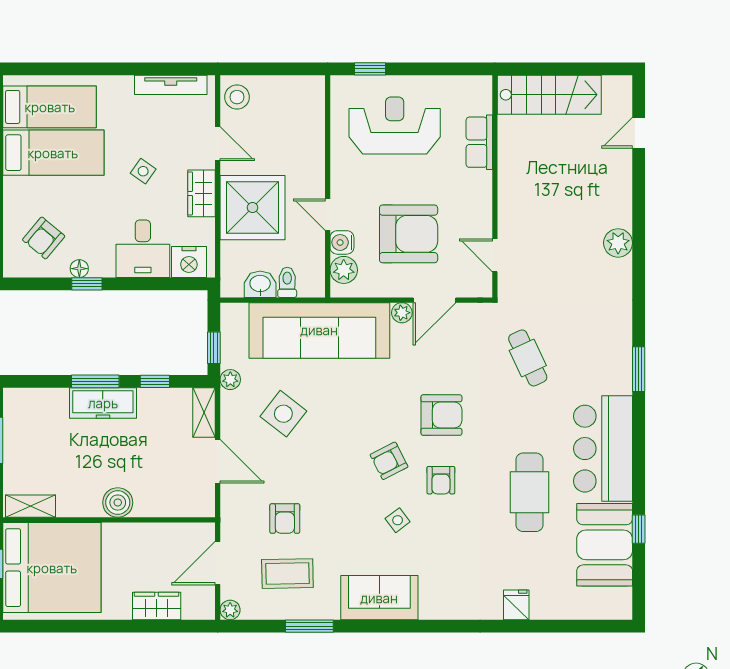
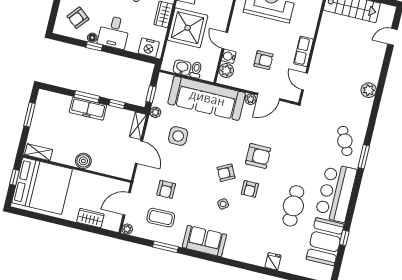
row of seats: (479, 142) -> (304, 51), moved
armchair: (409, 234) -> (263, 60), width x0.53, depth x0.53
desk: (143, 249) -> (114, 32), moved
cafe table: (528, 358) -> (345, 141), moved
side table: (283, 414) -> (178, 136), turned -38

